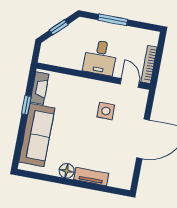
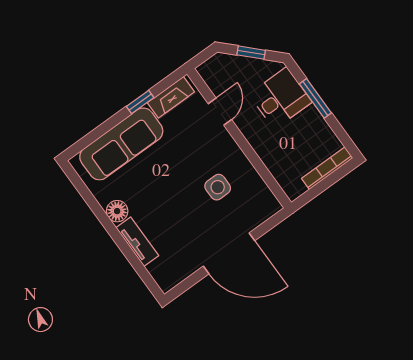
desk: (100, 58) -> (280, 98), moved, turned 180
bookcase: (149, 65) -> (327, 168), moved
door: (130, 83) -> (220, 112), moved

